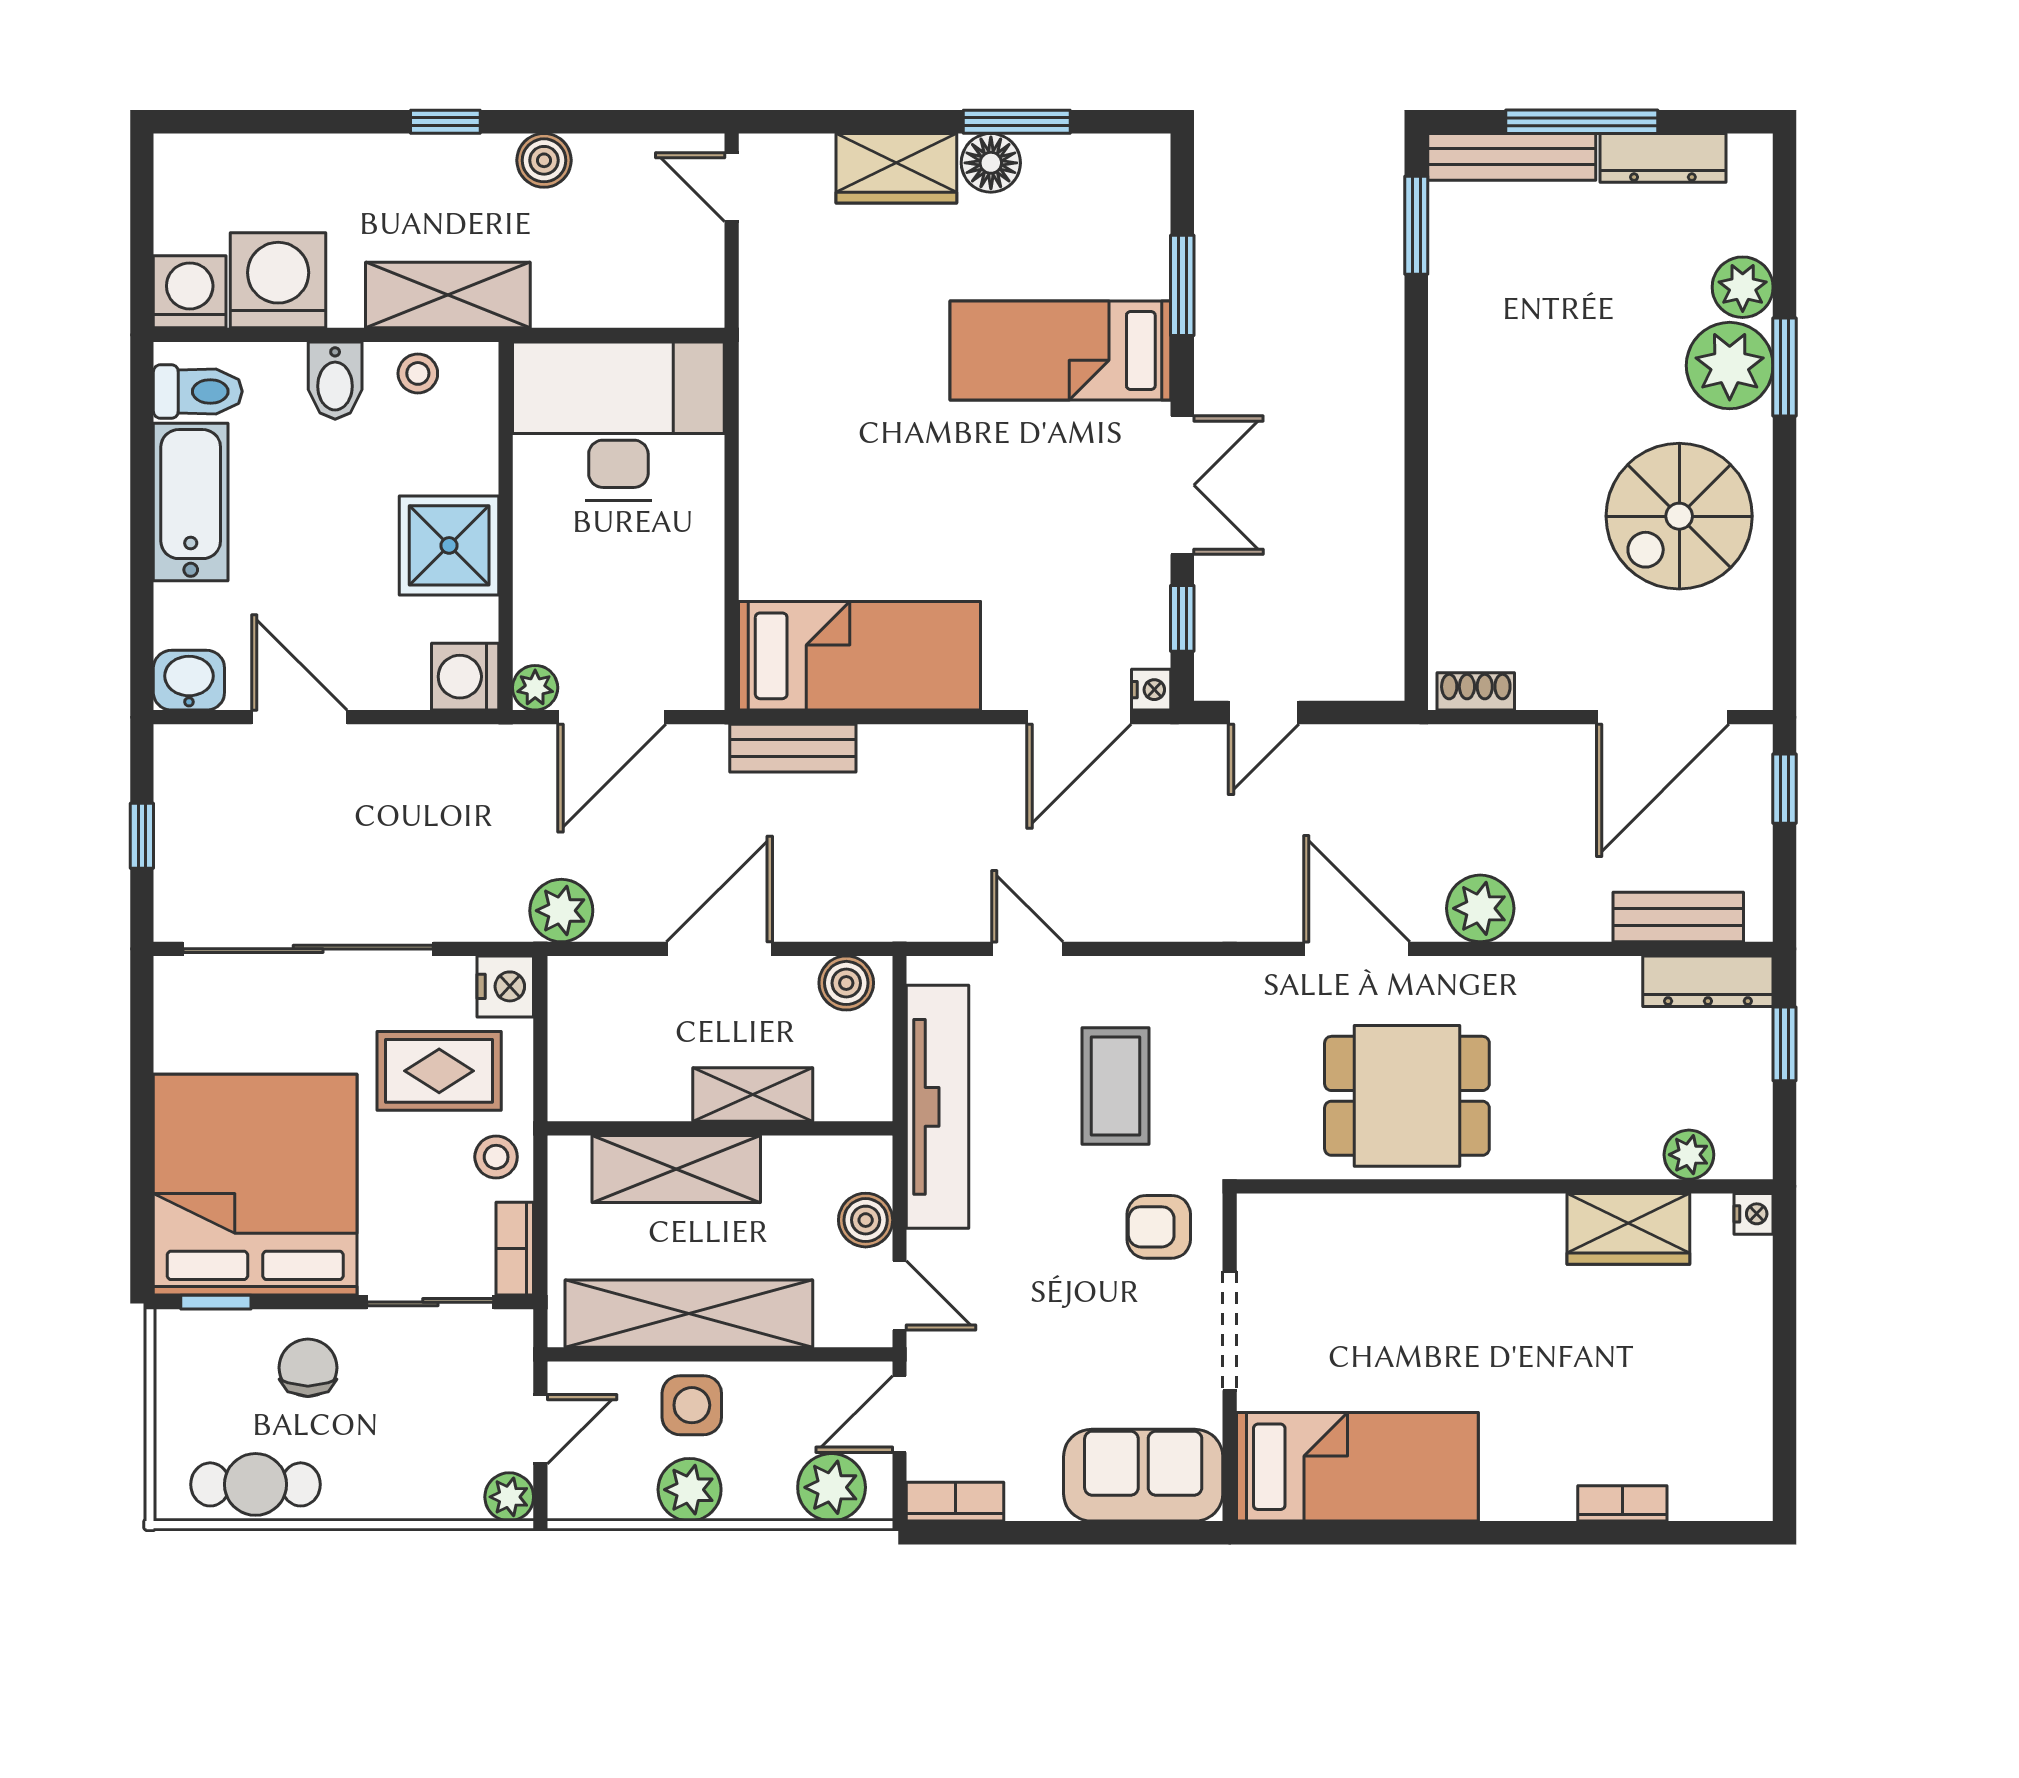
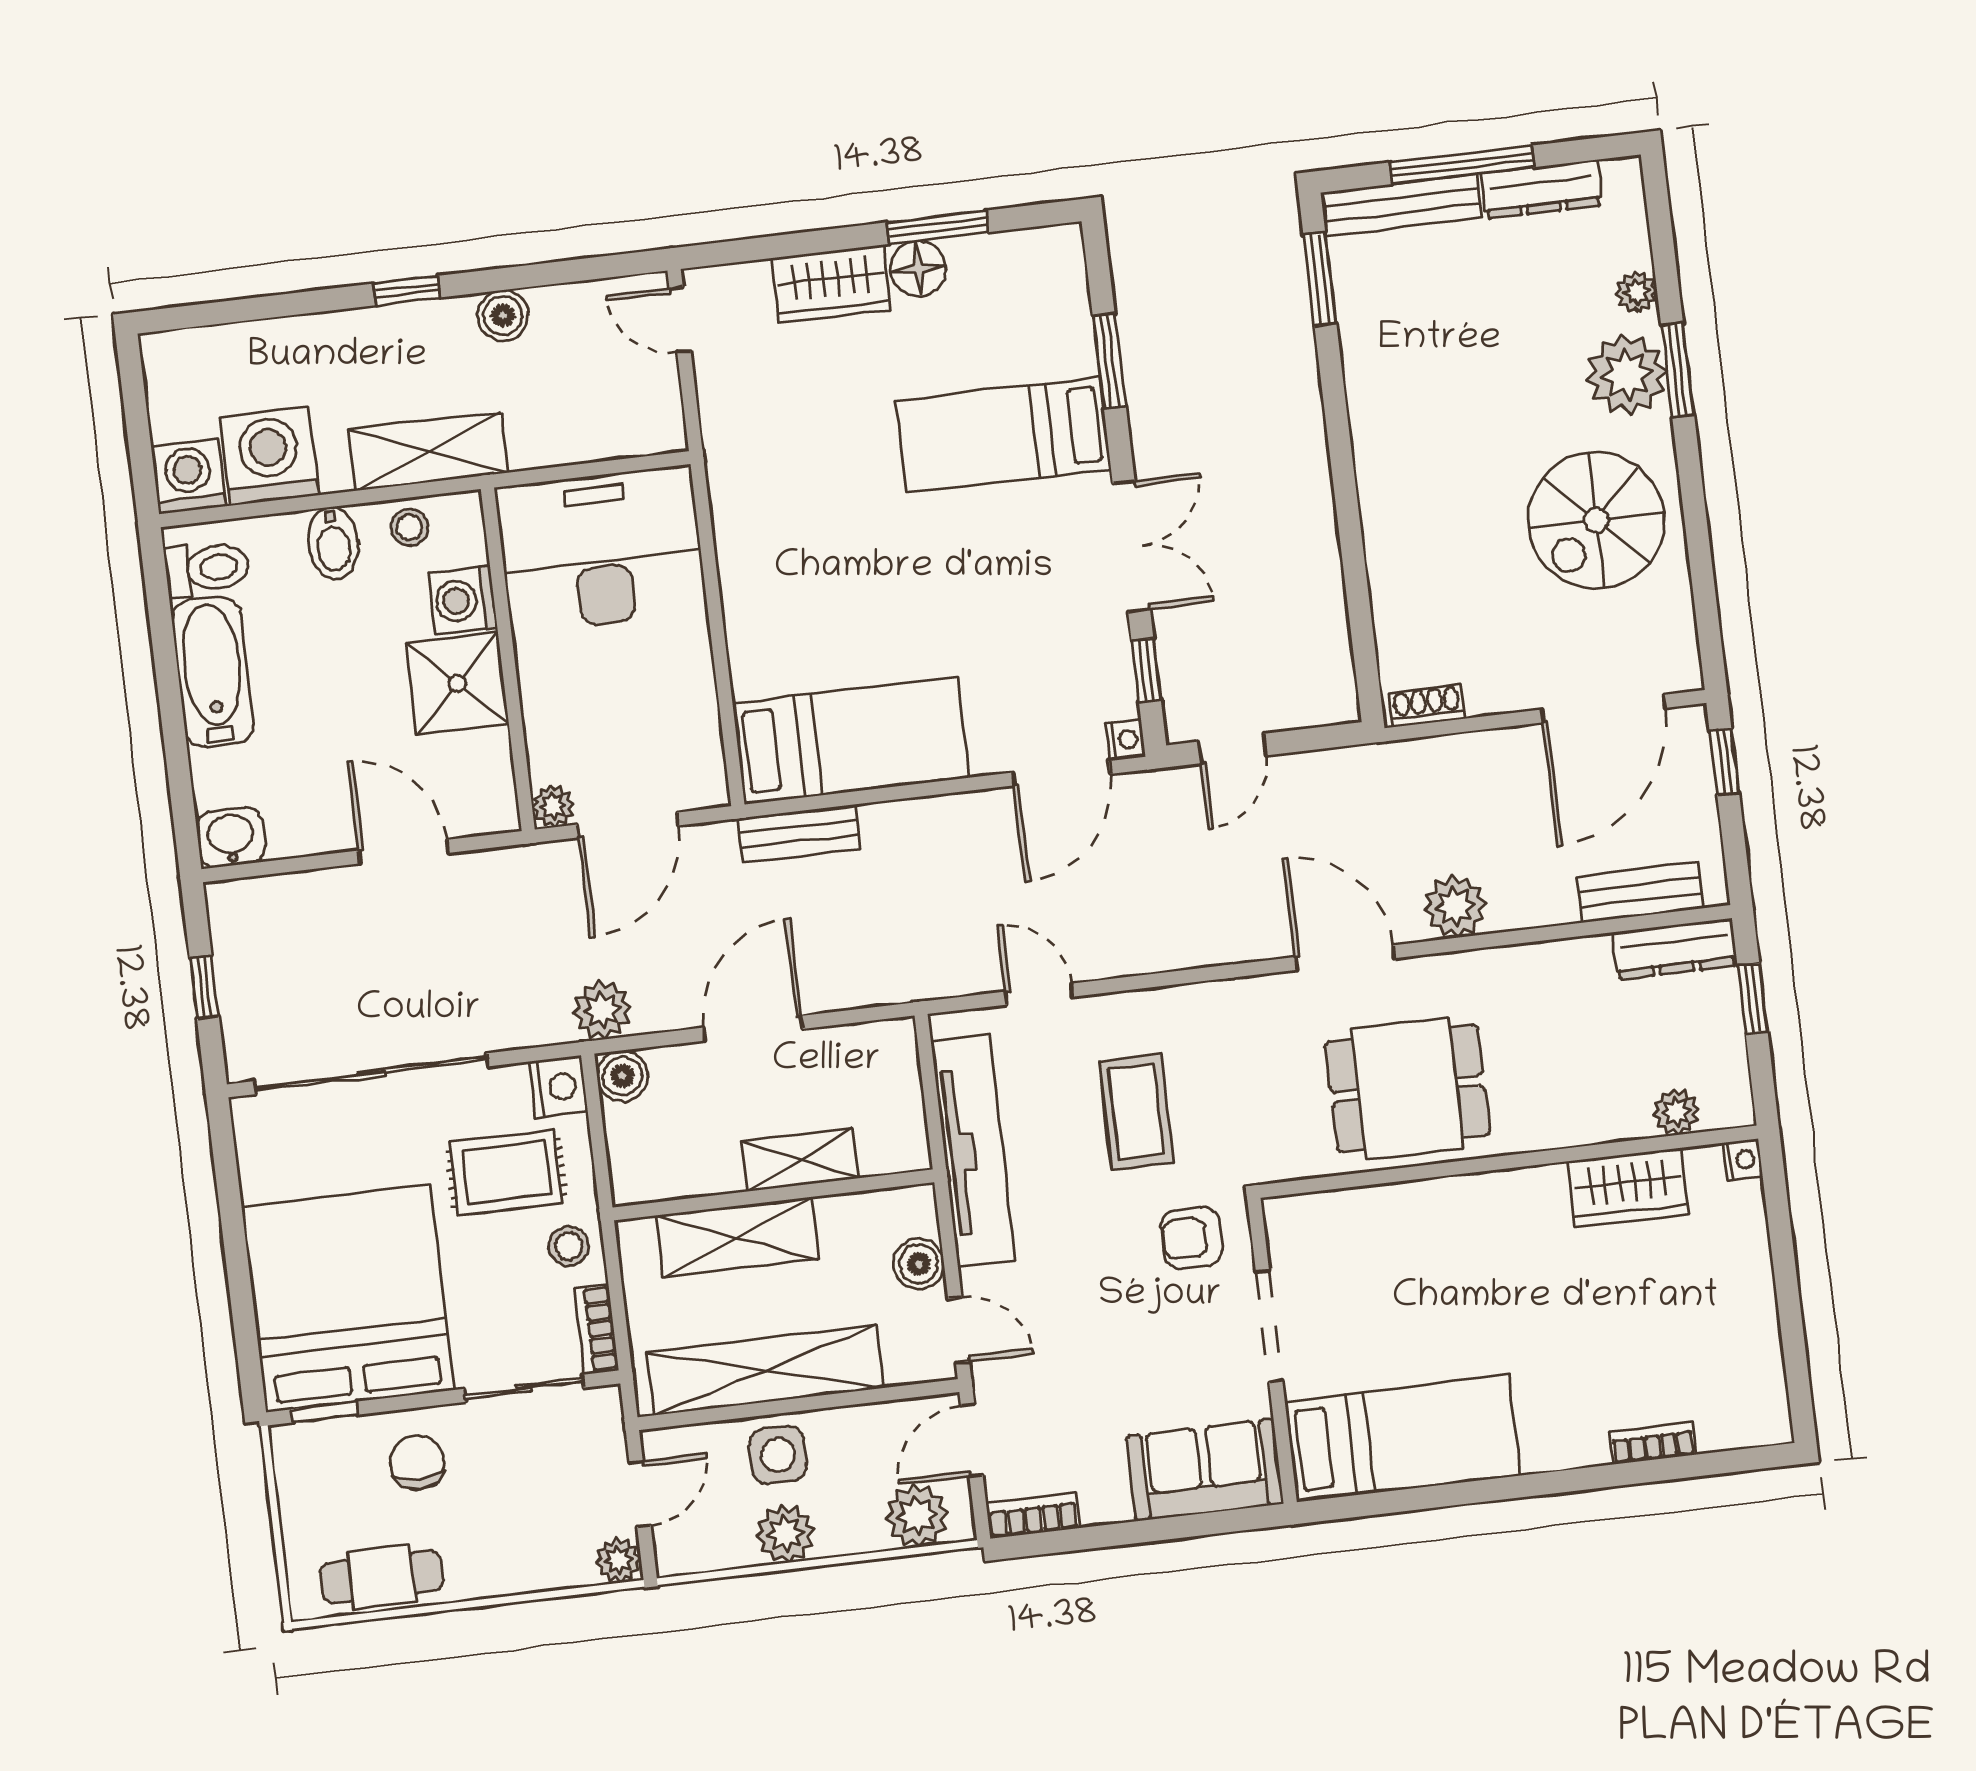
plant: (1743, 287) -> (1637, 292), width x0.73, depth x0.73
washing machine: (465, 677) -> (463, 600), moved
door: (299, 717) -> (403, 852), moved
boiler: (846, 983) -> (622, 1076), moved

